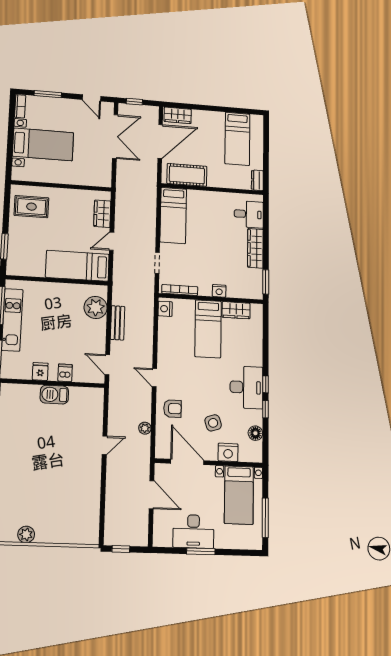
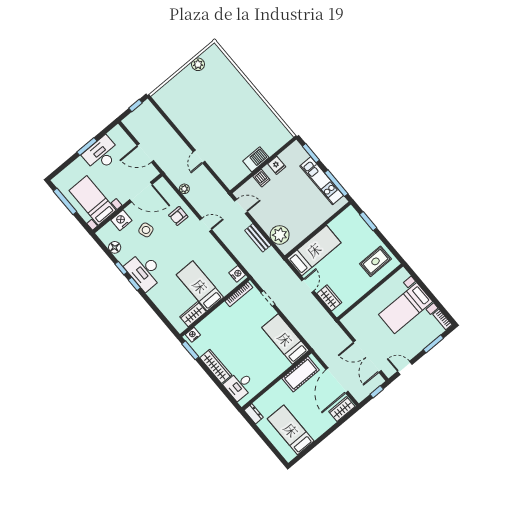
nightstand: (219, 291) -> (193, 335), moved

